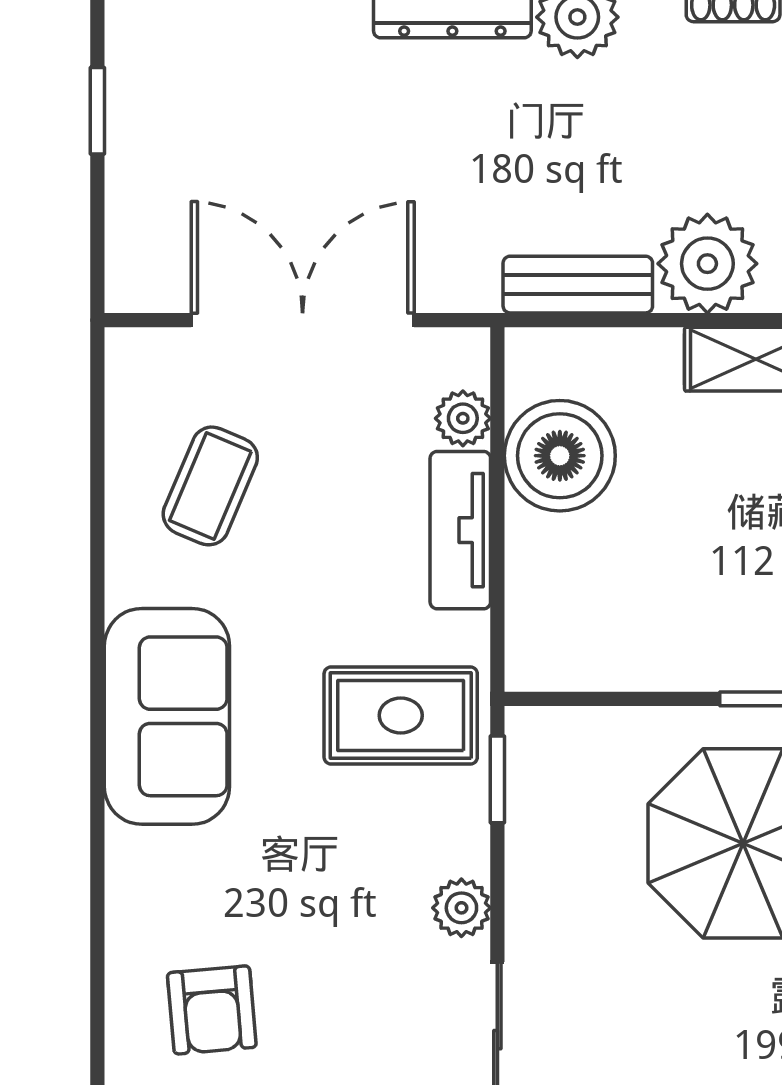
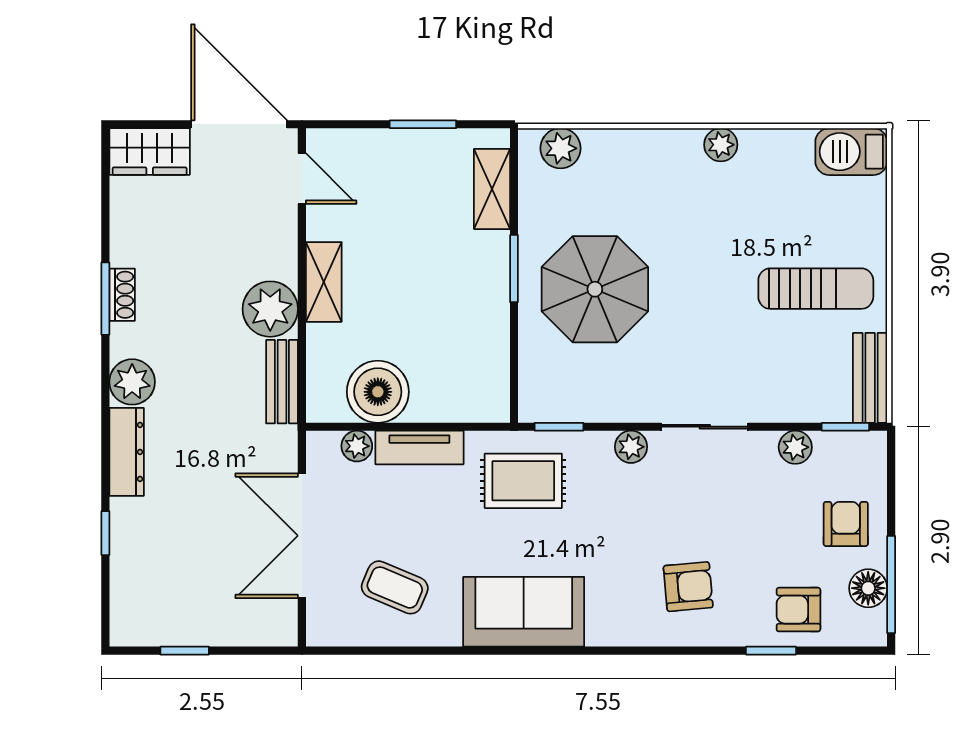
rug: (401, 715) -> (523, 481), turned 90

